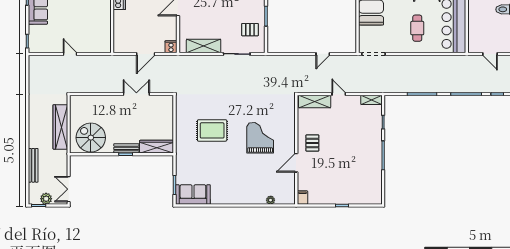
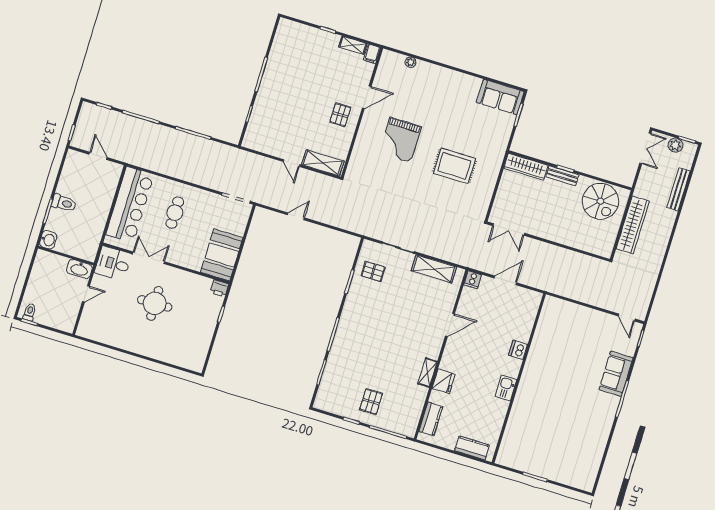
door: (70, 54) -> (627, 317), moved
double door: (136, 94) -> (509, 229), moved
shelving: (371, 100) -> (353, 45), moved

